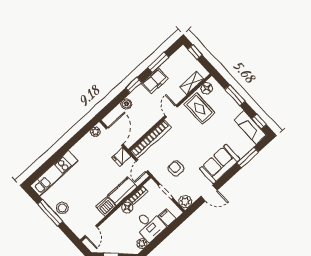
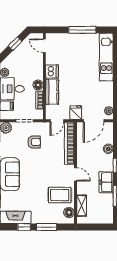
window: (195, 52) -> (101, 227), removed
window: (259, 122) -> (24, 227), moved
door: (115, 136) -> (94, 121), hinge flipped
door: (142, 166) -> (57, 121), swing flipped
stool: (62, 208) -> (78, 41), removed

